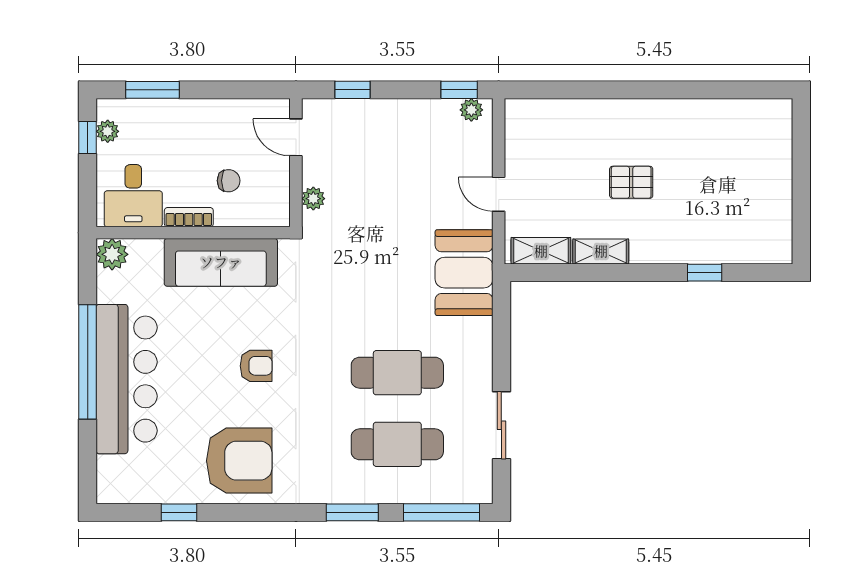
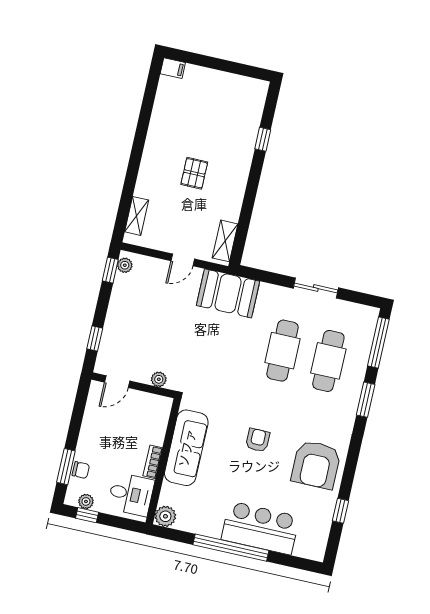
filing cabinet: (780, 115) -> (173, 68), added
chair: (229, 181) -> (81, 470), moved, turned 90
shelving: (601, 251) -> (137, 216), moved
bar counter: (127, 379) -> (260, 528), width x0.73
sliding door: (501, 425) -> (316, 288), moved
armchair: (239, 461) -> (316, 465), turned 180

